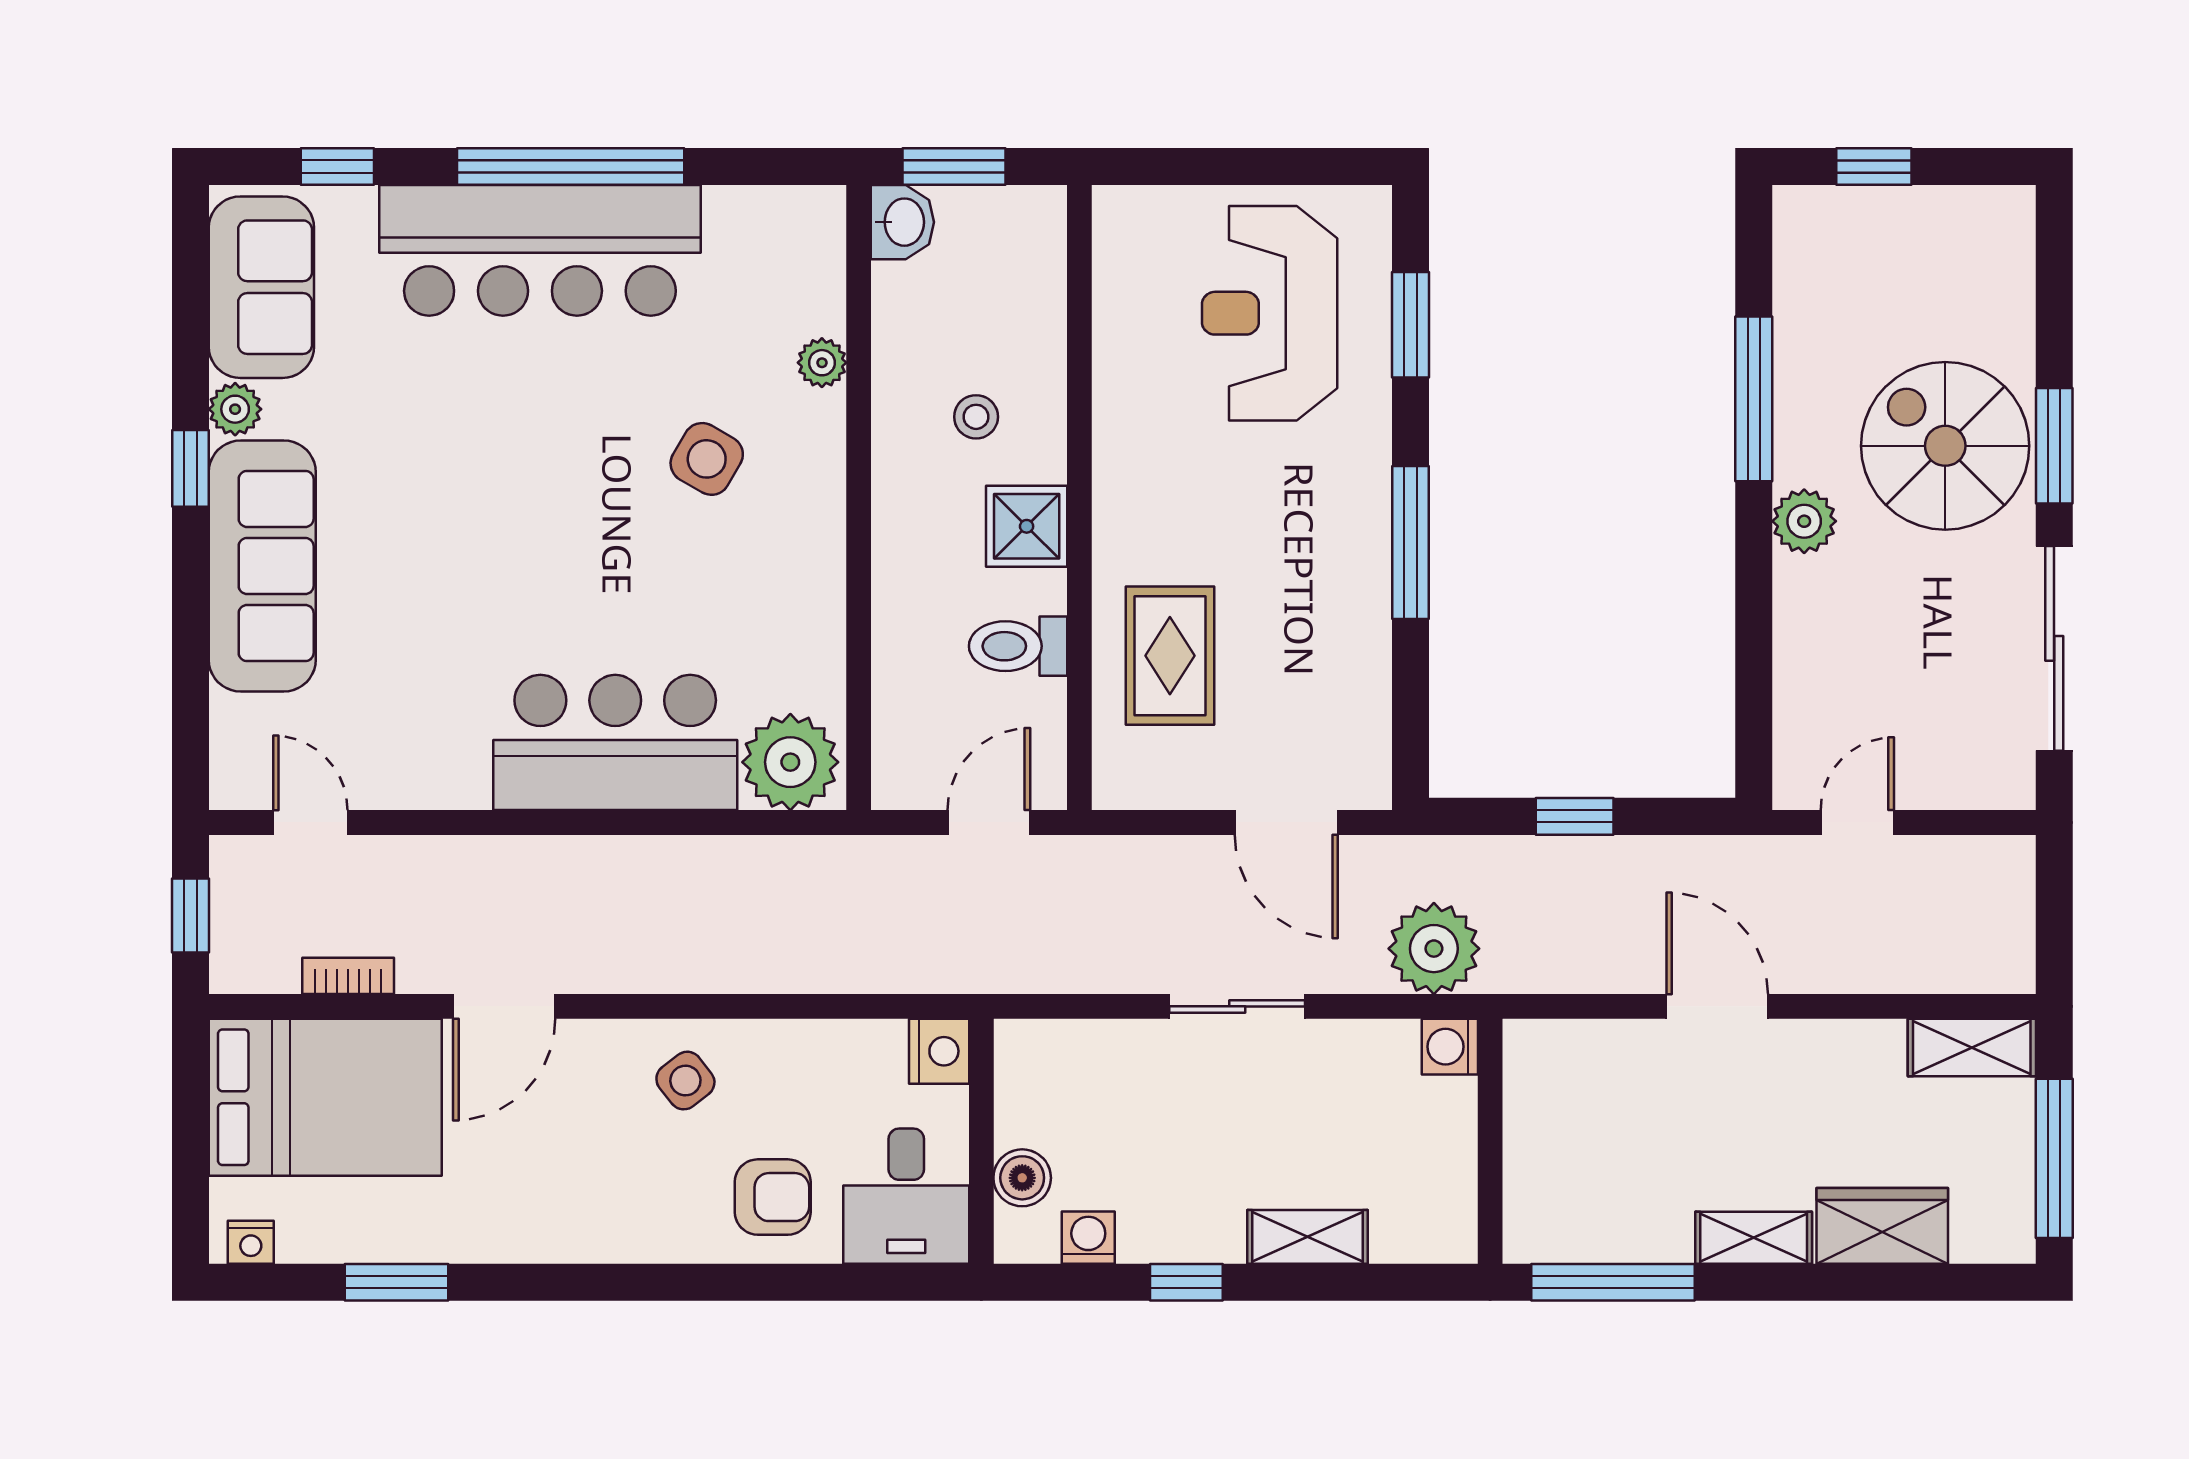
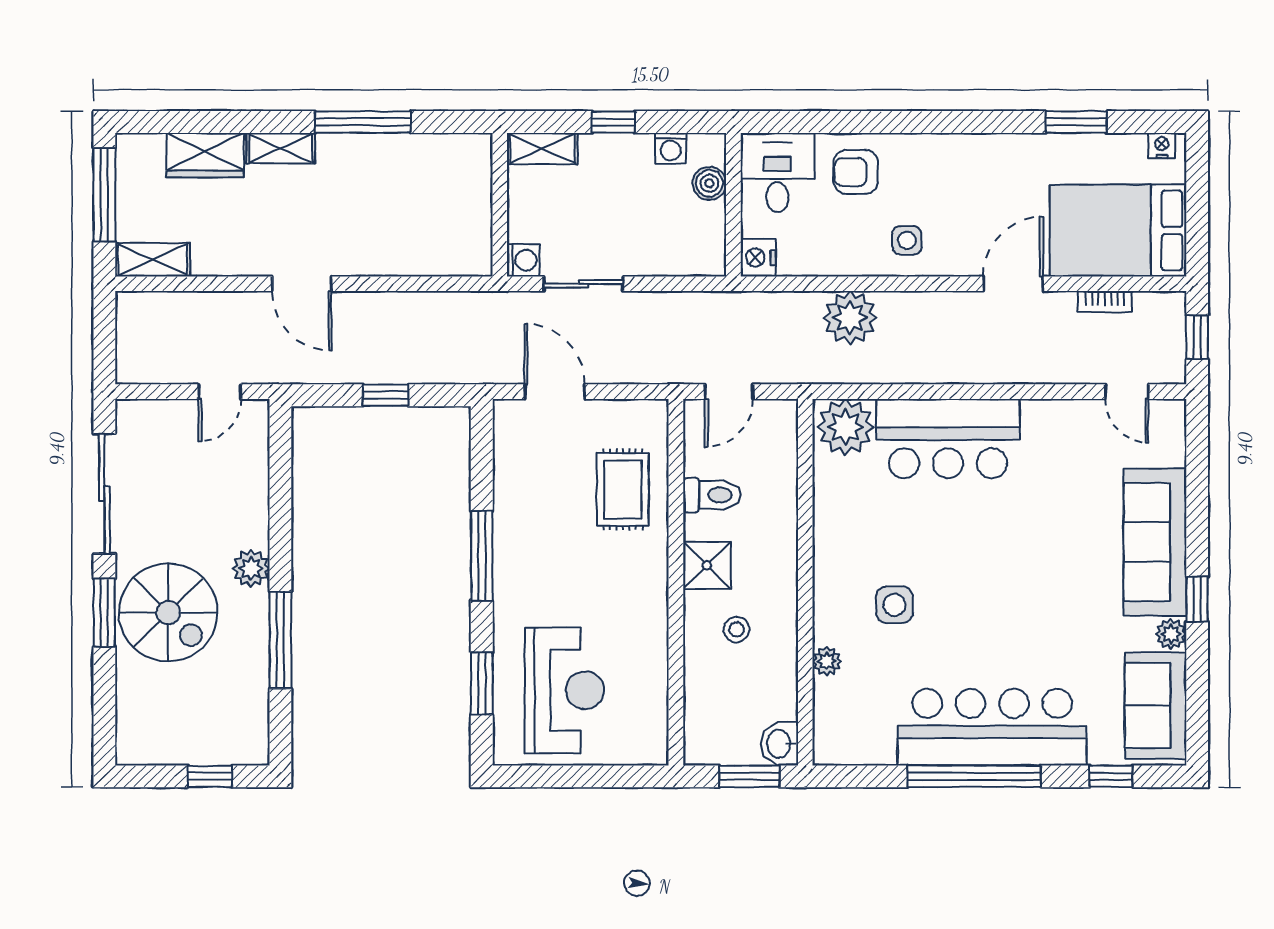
side table: (707, 459) -> (894, 605), turned -30
plant: (1434, 949) -> (850, 318), moved
washing machine: (1450, 1047) -> (523, 260), moved
side table: (685, 1081) -> (907, 240), turned 38
wall: (1490, 1141) -> (500, 205), moved

